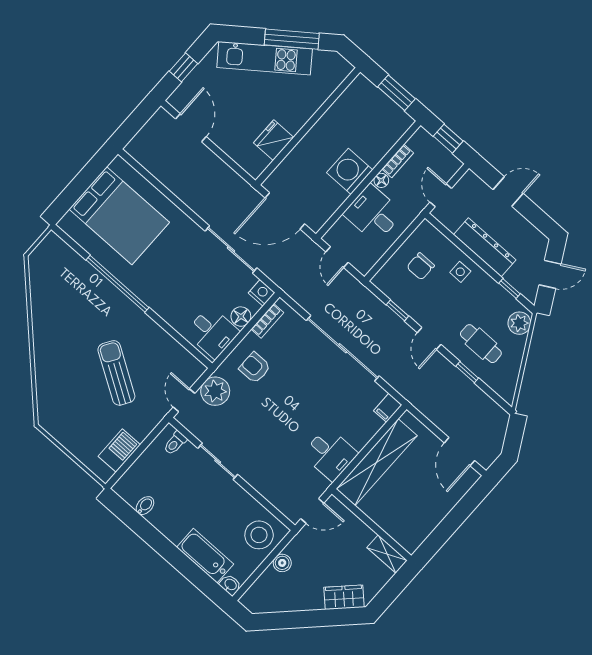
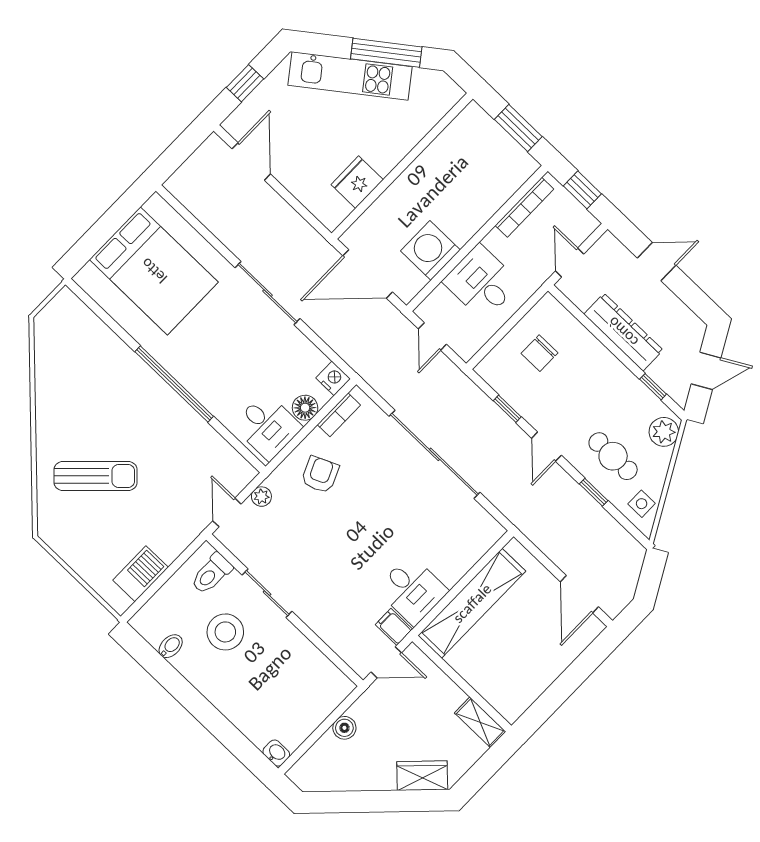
bookcase: (398, 161) -> (524, 207), width x1.56
washing machine: (350, 171) -> (430, 250), moved
floor lamp: (381, 180) -> (494, 240), removed
sliding door: (231, 249) -> (267, 293), moved
side table: (460, 272) -> (642, 504), moved
window: (118, 284) -> (174, 384), moved
armchair: (255, 368) -> (320, 475), turned 66
sun lounger: (116, 373) -> (96, 476), moved, turned 104
plant: (215, 391) -> (261, 497), width x0.53, depth x0.53
filing cabinet: (388, 408) -> (394, 627), moved, turned 90
toilet: (175, 443) -> (211, 574), width x1.37, depth x1.39
stool: (259, 535) -> (225, 632), moved
bathtub: (205, 556) -> (245, 714), removed

